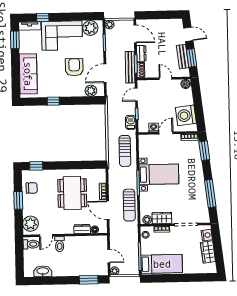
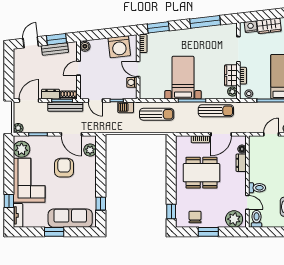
window: (15, 40) -> (54, 232), moved
armchair: (74, 67) -> (64, 168), turned 90
window: (53, 101) -> (101, 204), moved

